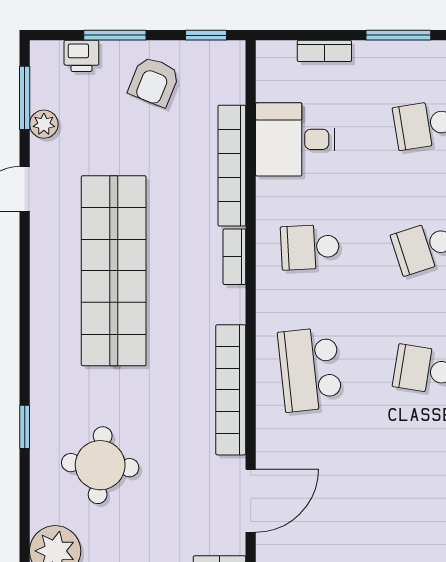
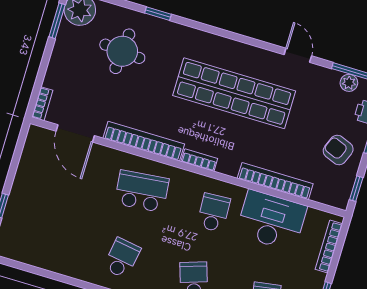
bookcase: (324, 51) -> (329, 247), width x1.56
plant: (44, 124) -> (349, 83), moved
desk: (295, 139) -> (271, 220), width x1.37
bookcase: (234, 257) -> (199, 160), moved

